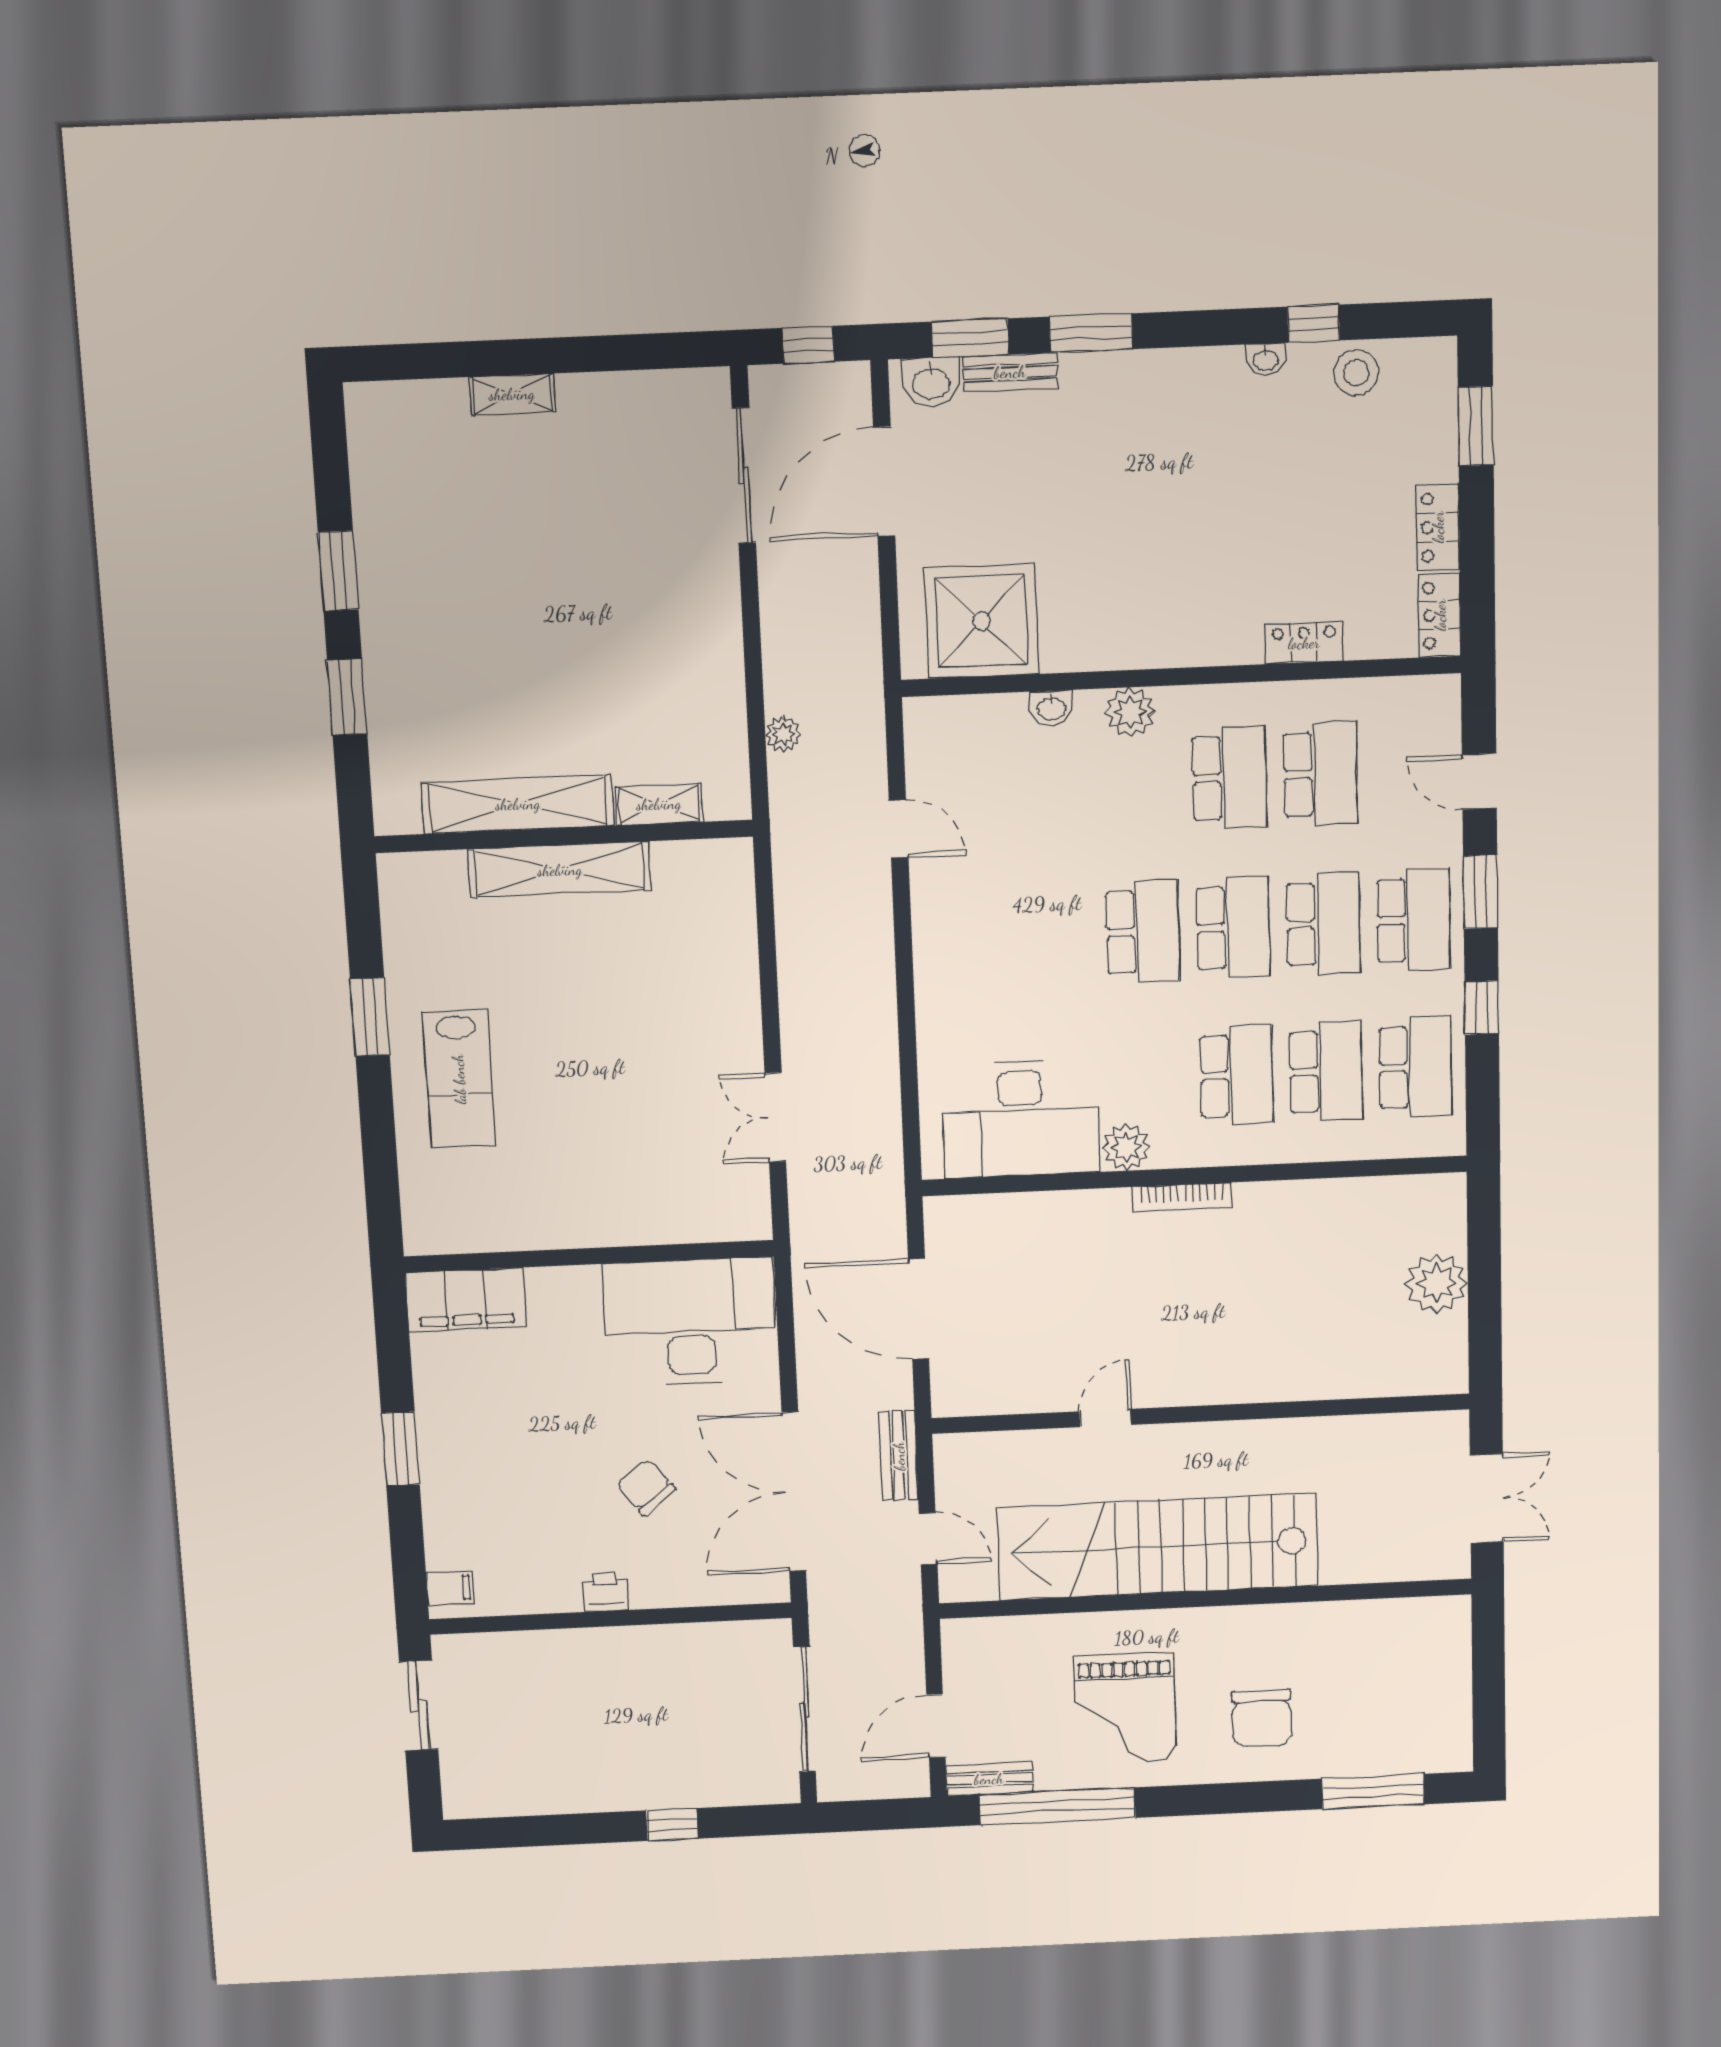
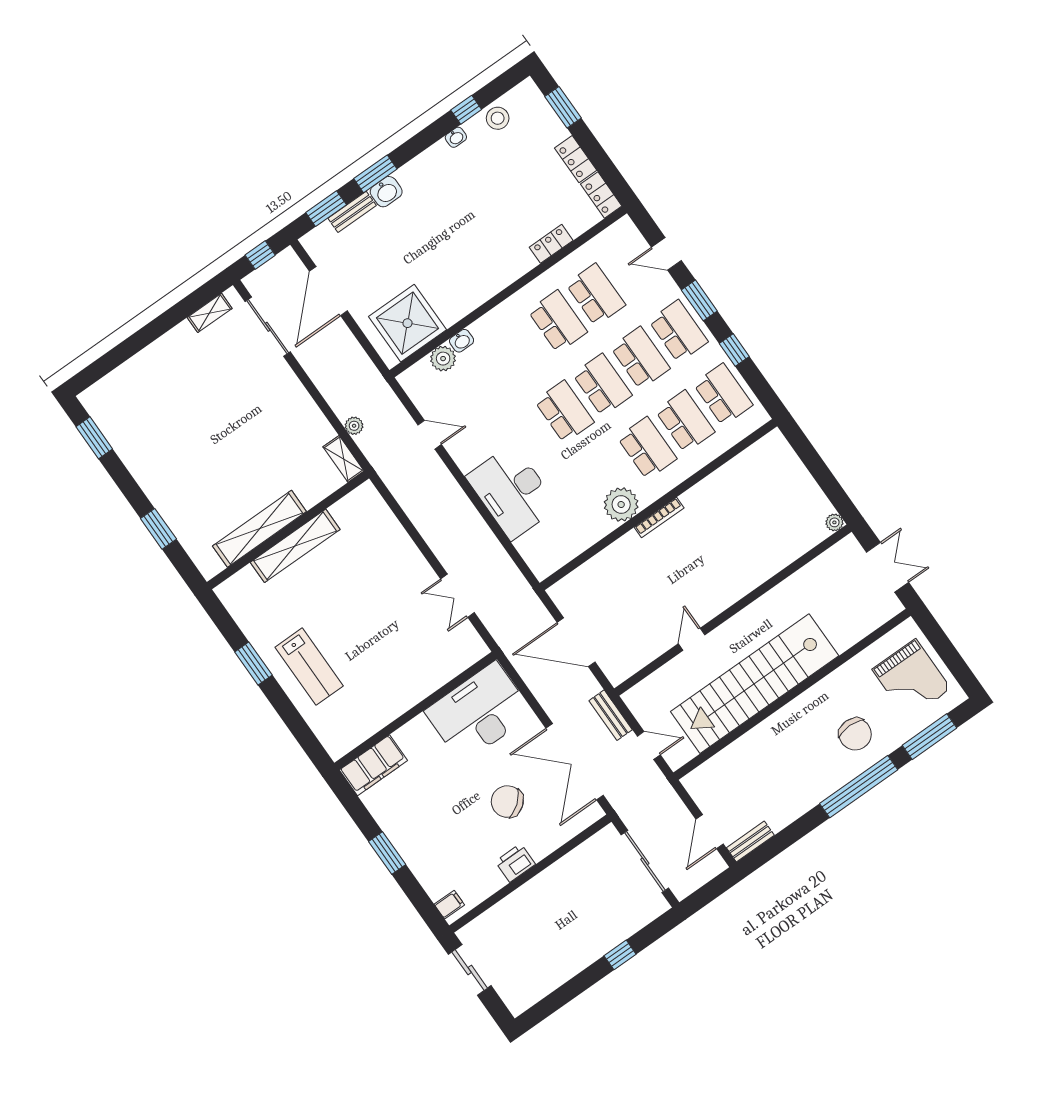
washbasin: (931, 382) -> (386, 192), moved
shelving: (512, 394) -> (210, 313), moved
window: (338, 571) -> (94, 438), moved
plant: (1130, 712) -> (443, 359), moved
shelving: (659, 804) -> (344, 459), moved, turned 90
desk: (1021, 1119) -> (512, 492), moved, turned 90
plant: (1127, 1147) -> (621, 505), width x1.36, depth x1.36
plant: (1437, 1283) -> (834, 522), moved, width x0.53, depth x0.53
chair: (646, 1487) -> (507, 802), width x1.37, depth x1.37
printer: (605, 1592) -> (515, 863), width x1.36, depth x1.24
grand piano: (1125, 1709) -> (911, 679), moved
window: (1057, 1806) -> (859, 787), moved

